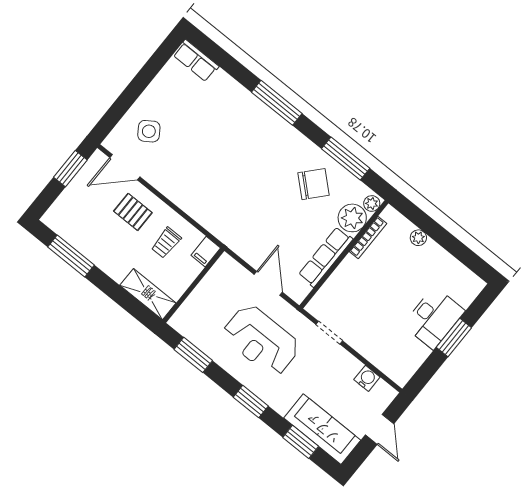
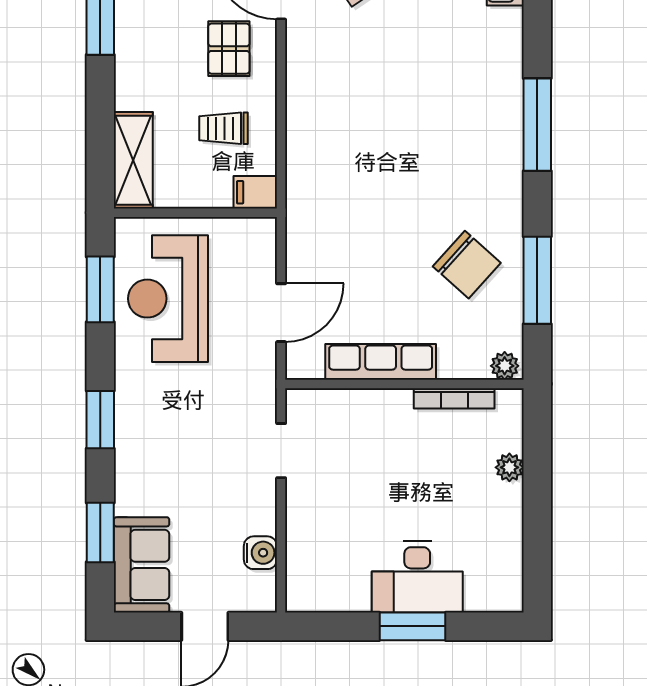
plant: (352, 218) -> (463, 355), removed
reception desk: (261, 340) -> (168, 299), moved
sofa: (322, 429) -> (142, 565), width x0.73

